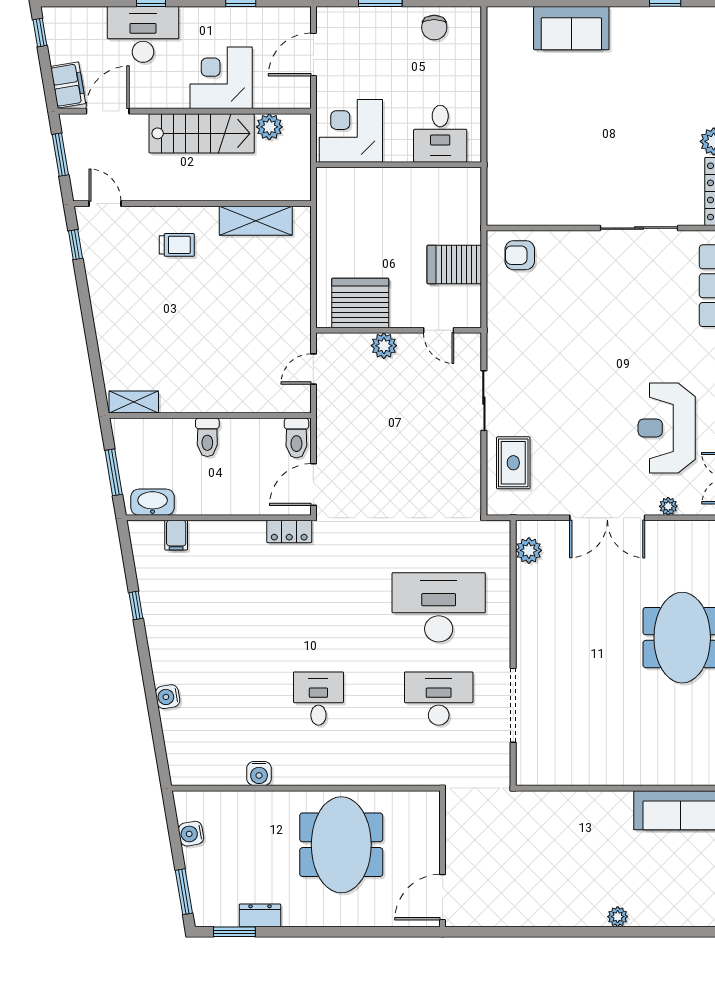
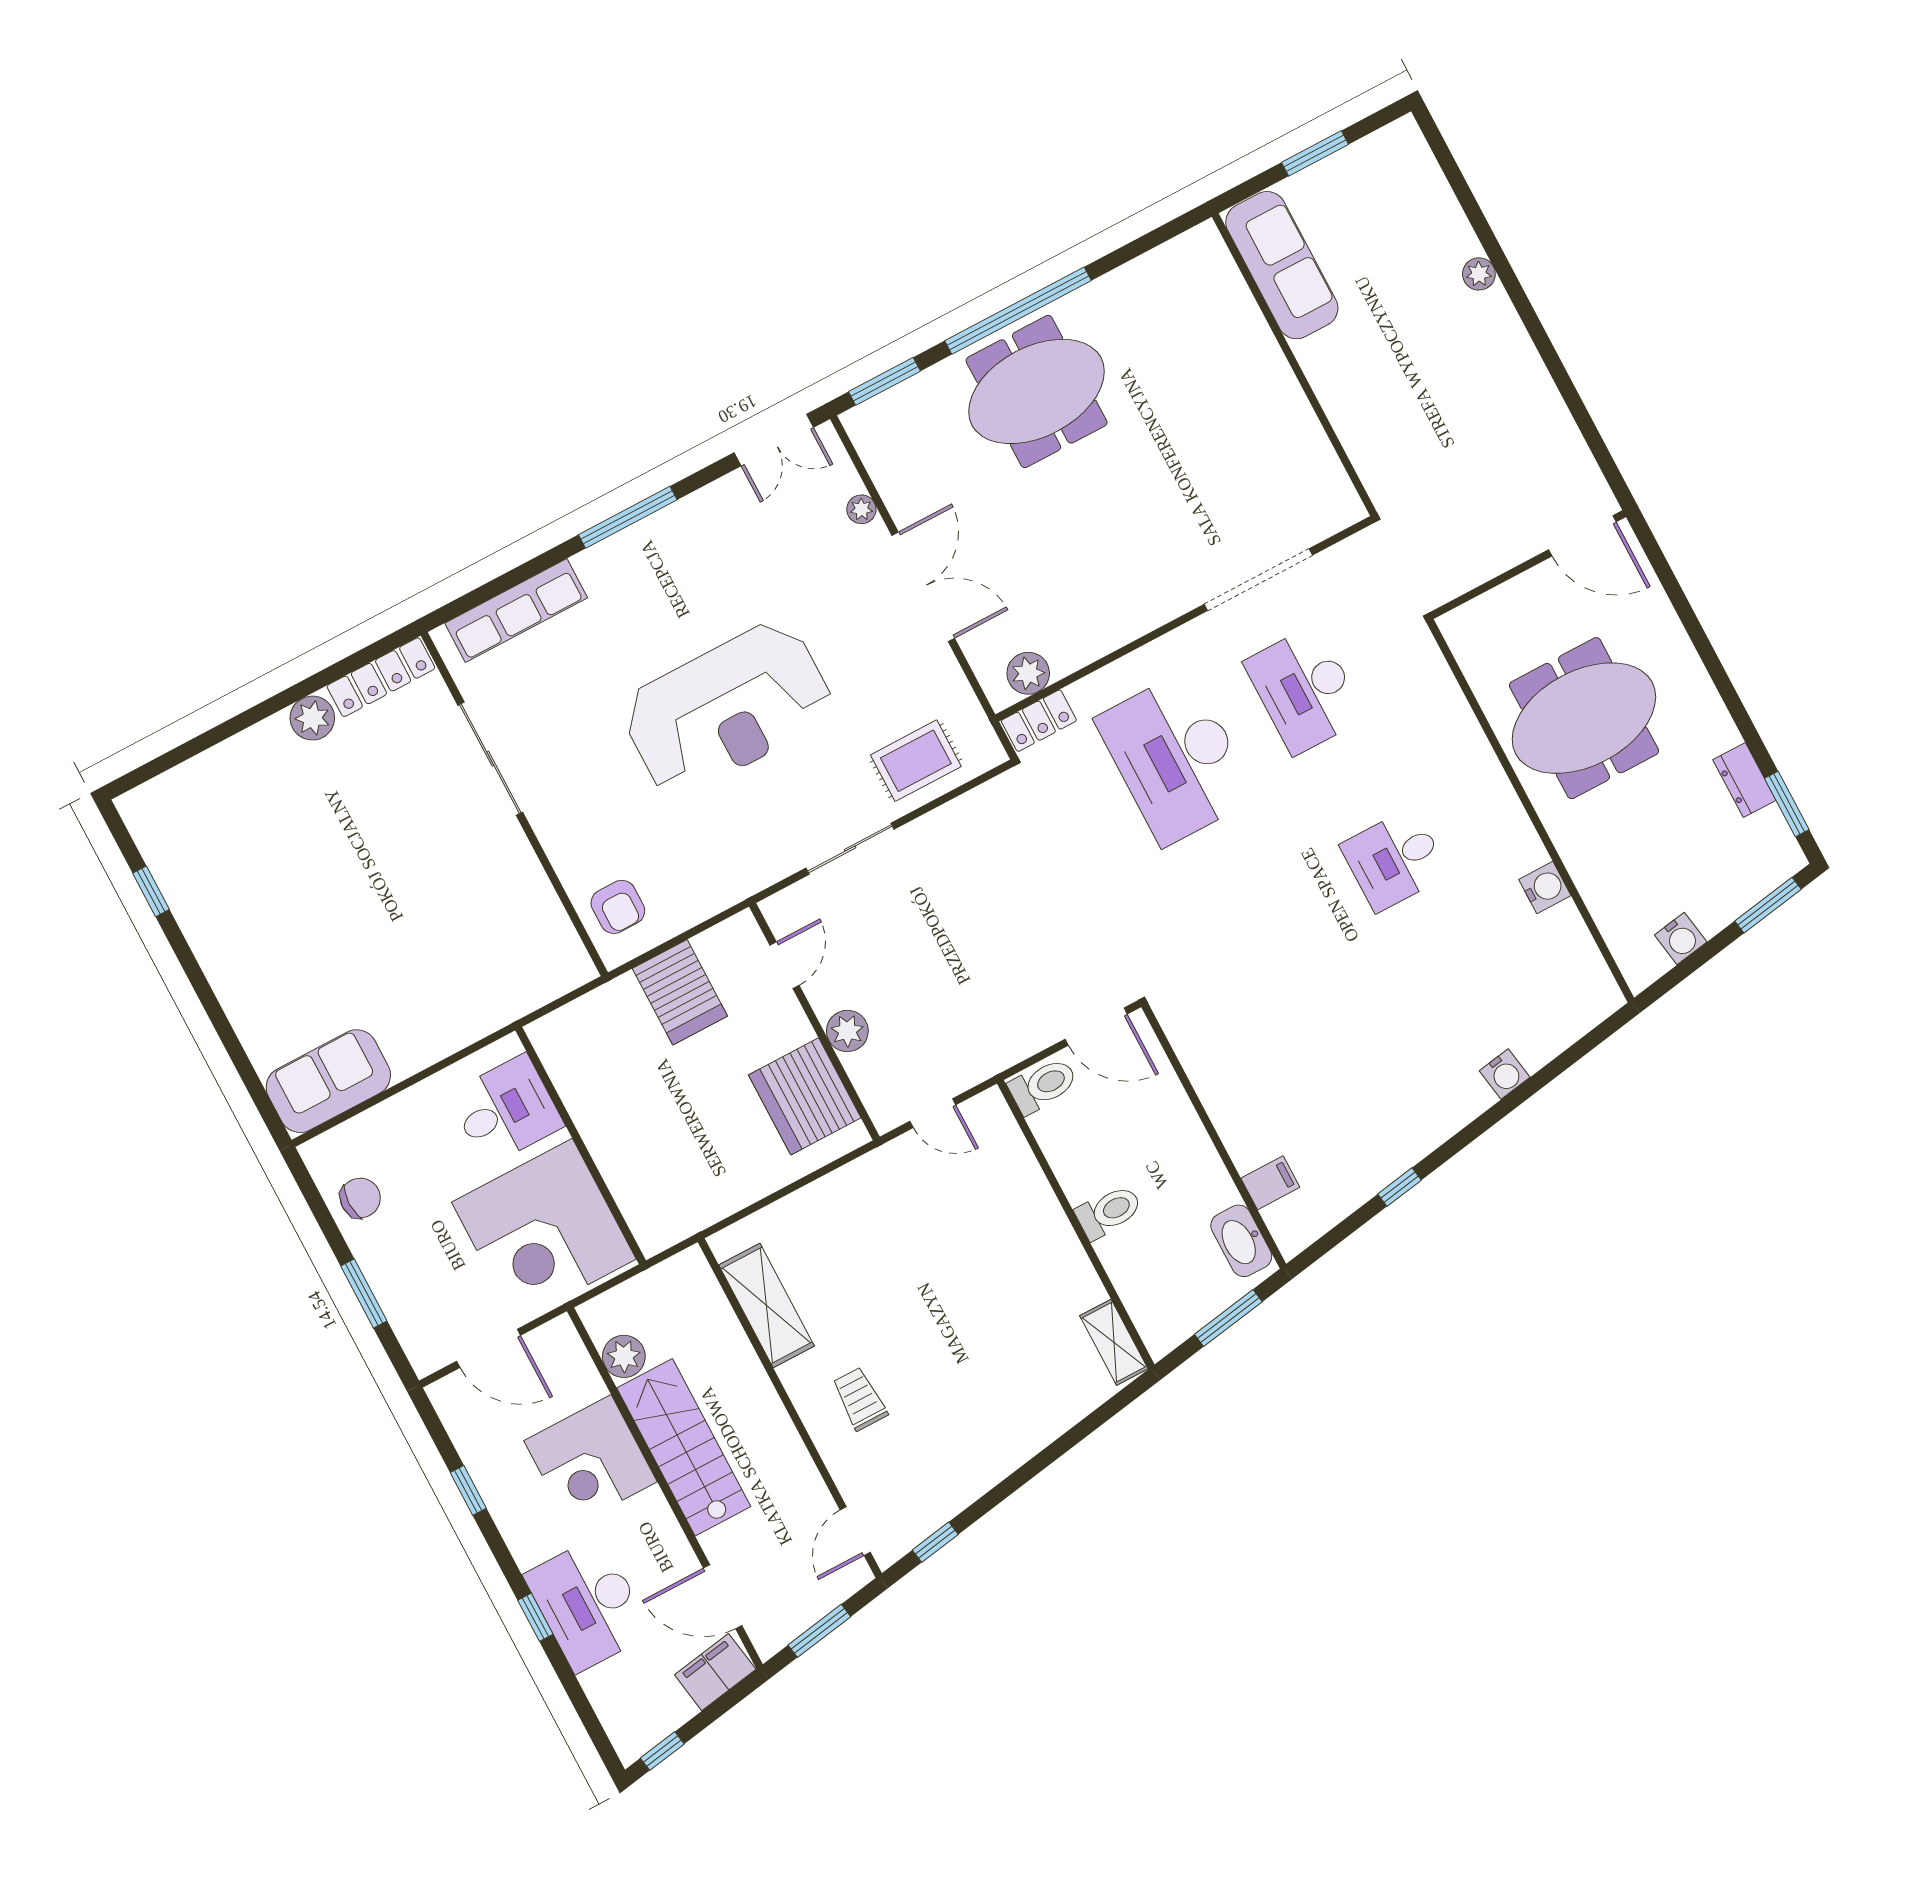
sofa: (571, 28) -> (328, 1081), moved, turned -90
corner desk: (351, 131) -> (544, 1231), width x1.36, depth x1.36
reception desk: (667, 428) -> (727, 709), moved, width x1.36, depth x1.30
locker: (289, 531) -> (1039, 721), moved, turned 90

